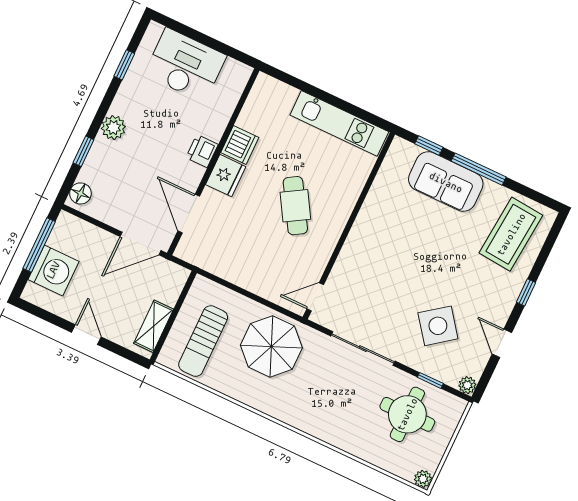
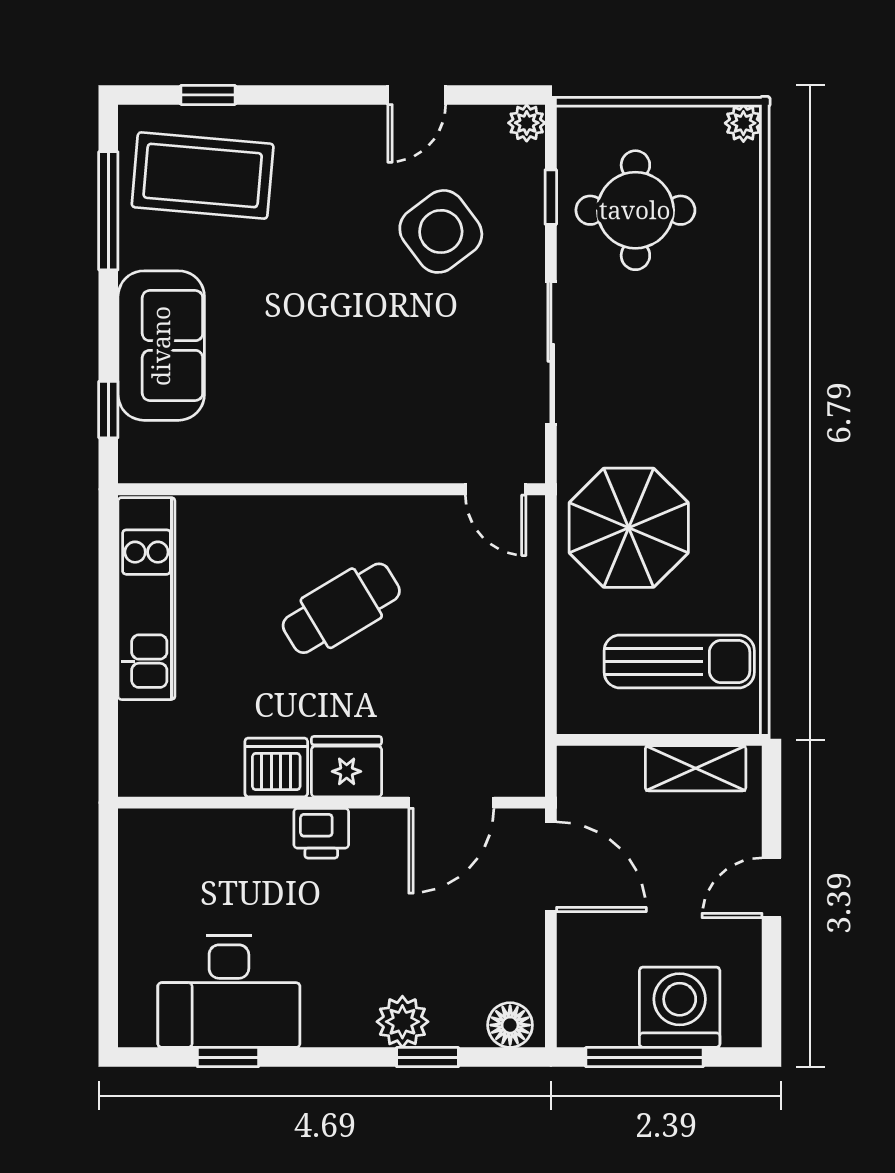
desk: (185, 65) -> (229, 992), moved, turned -90
plant: (113, 128) -> (402, 1022), moved
window: (479, 169) -> (108, 211), moved
window: (526, 292) -> (208, 95), moved

